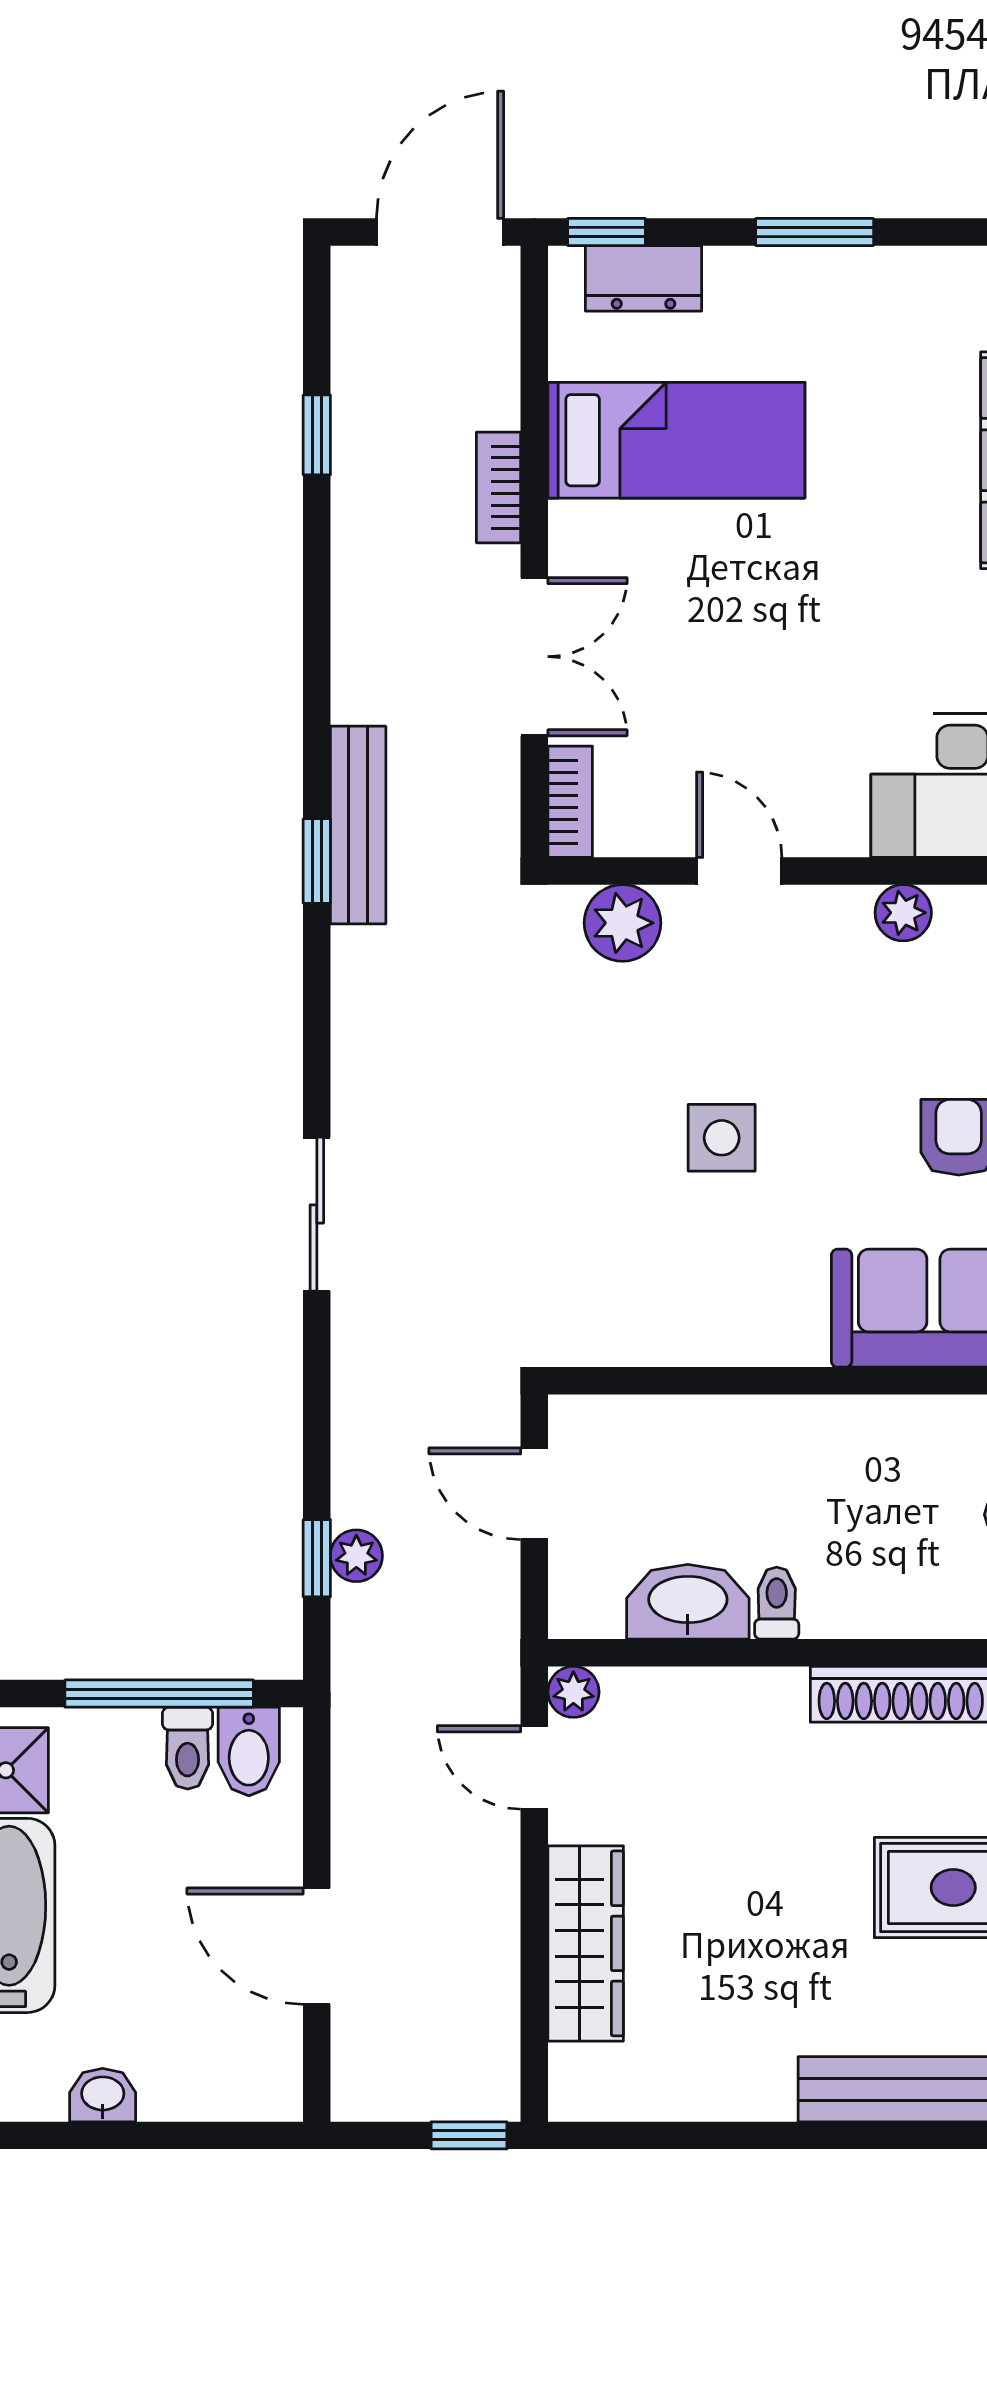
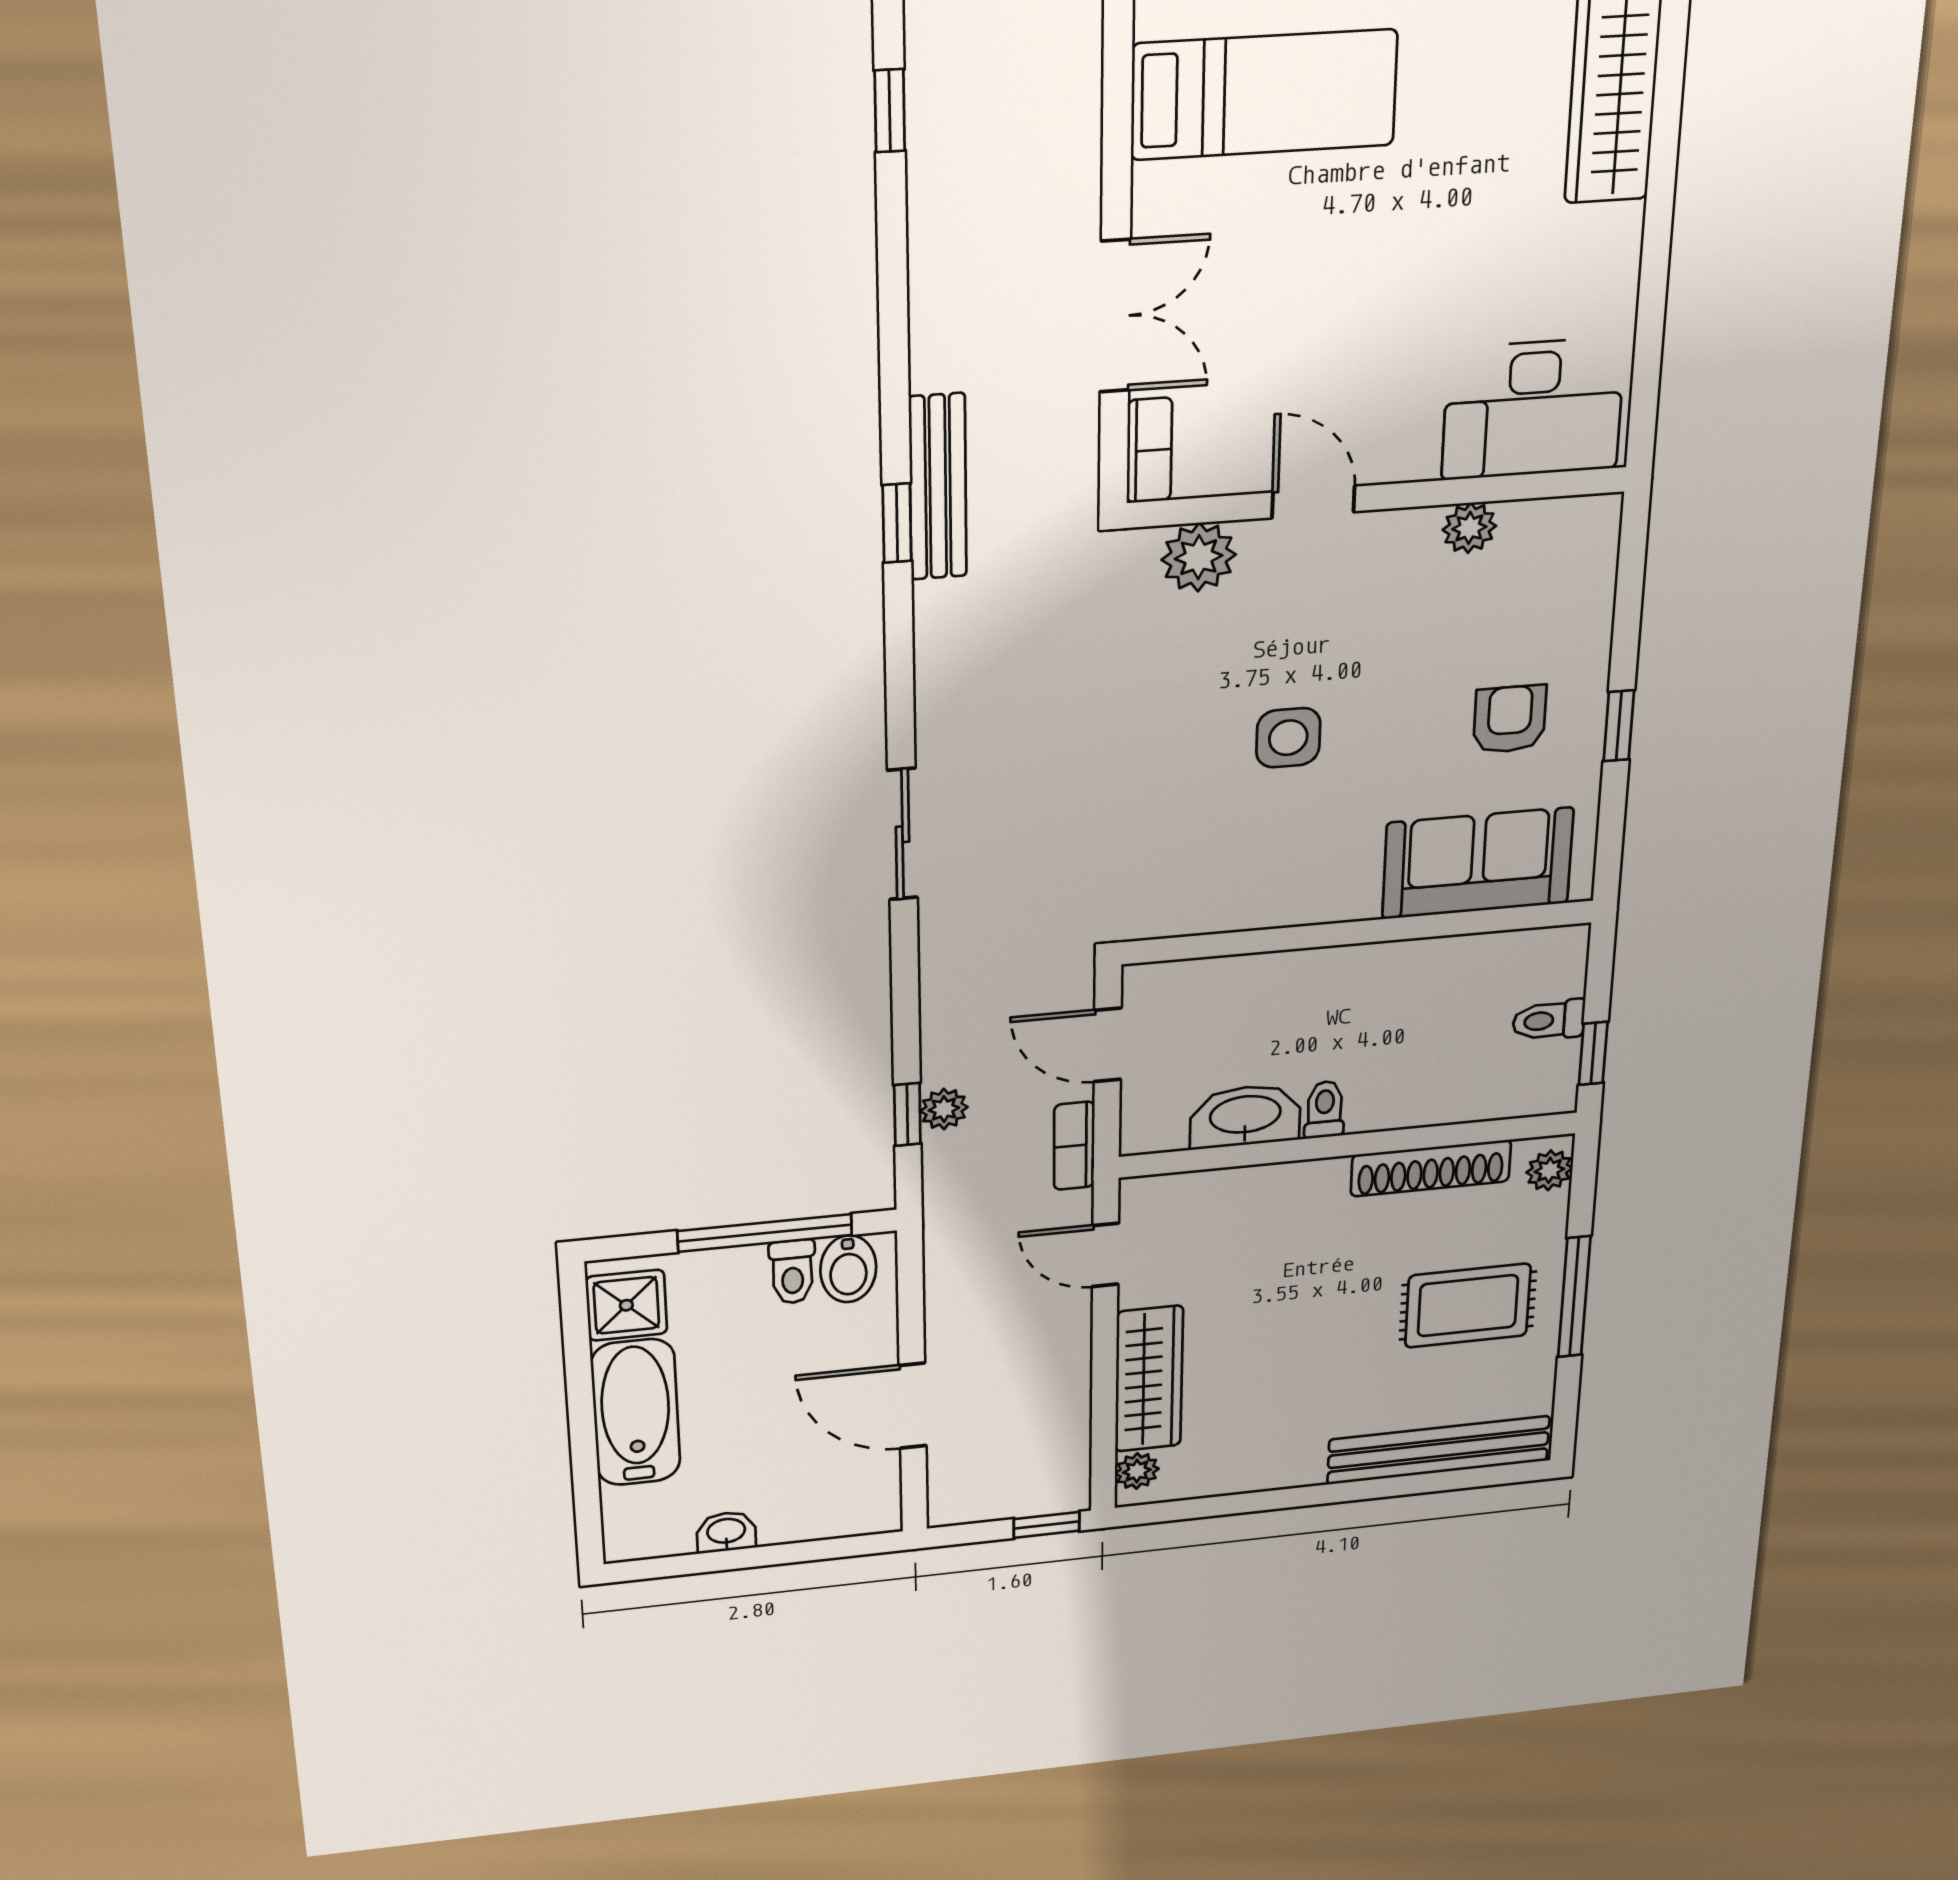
bookcase: (499, 487) -> (1074, 1146), moved
plant: (573, 1692) -> (1137, 1471), moved

